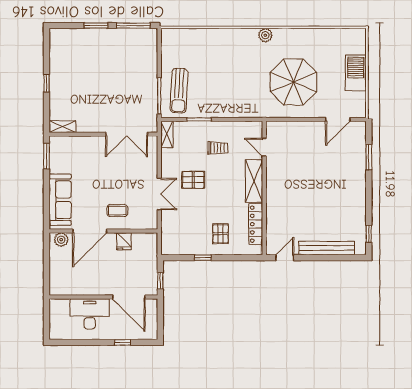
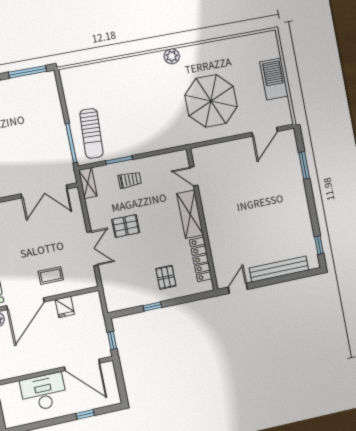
trolley: (218, 148) -> (130, 180), moved

